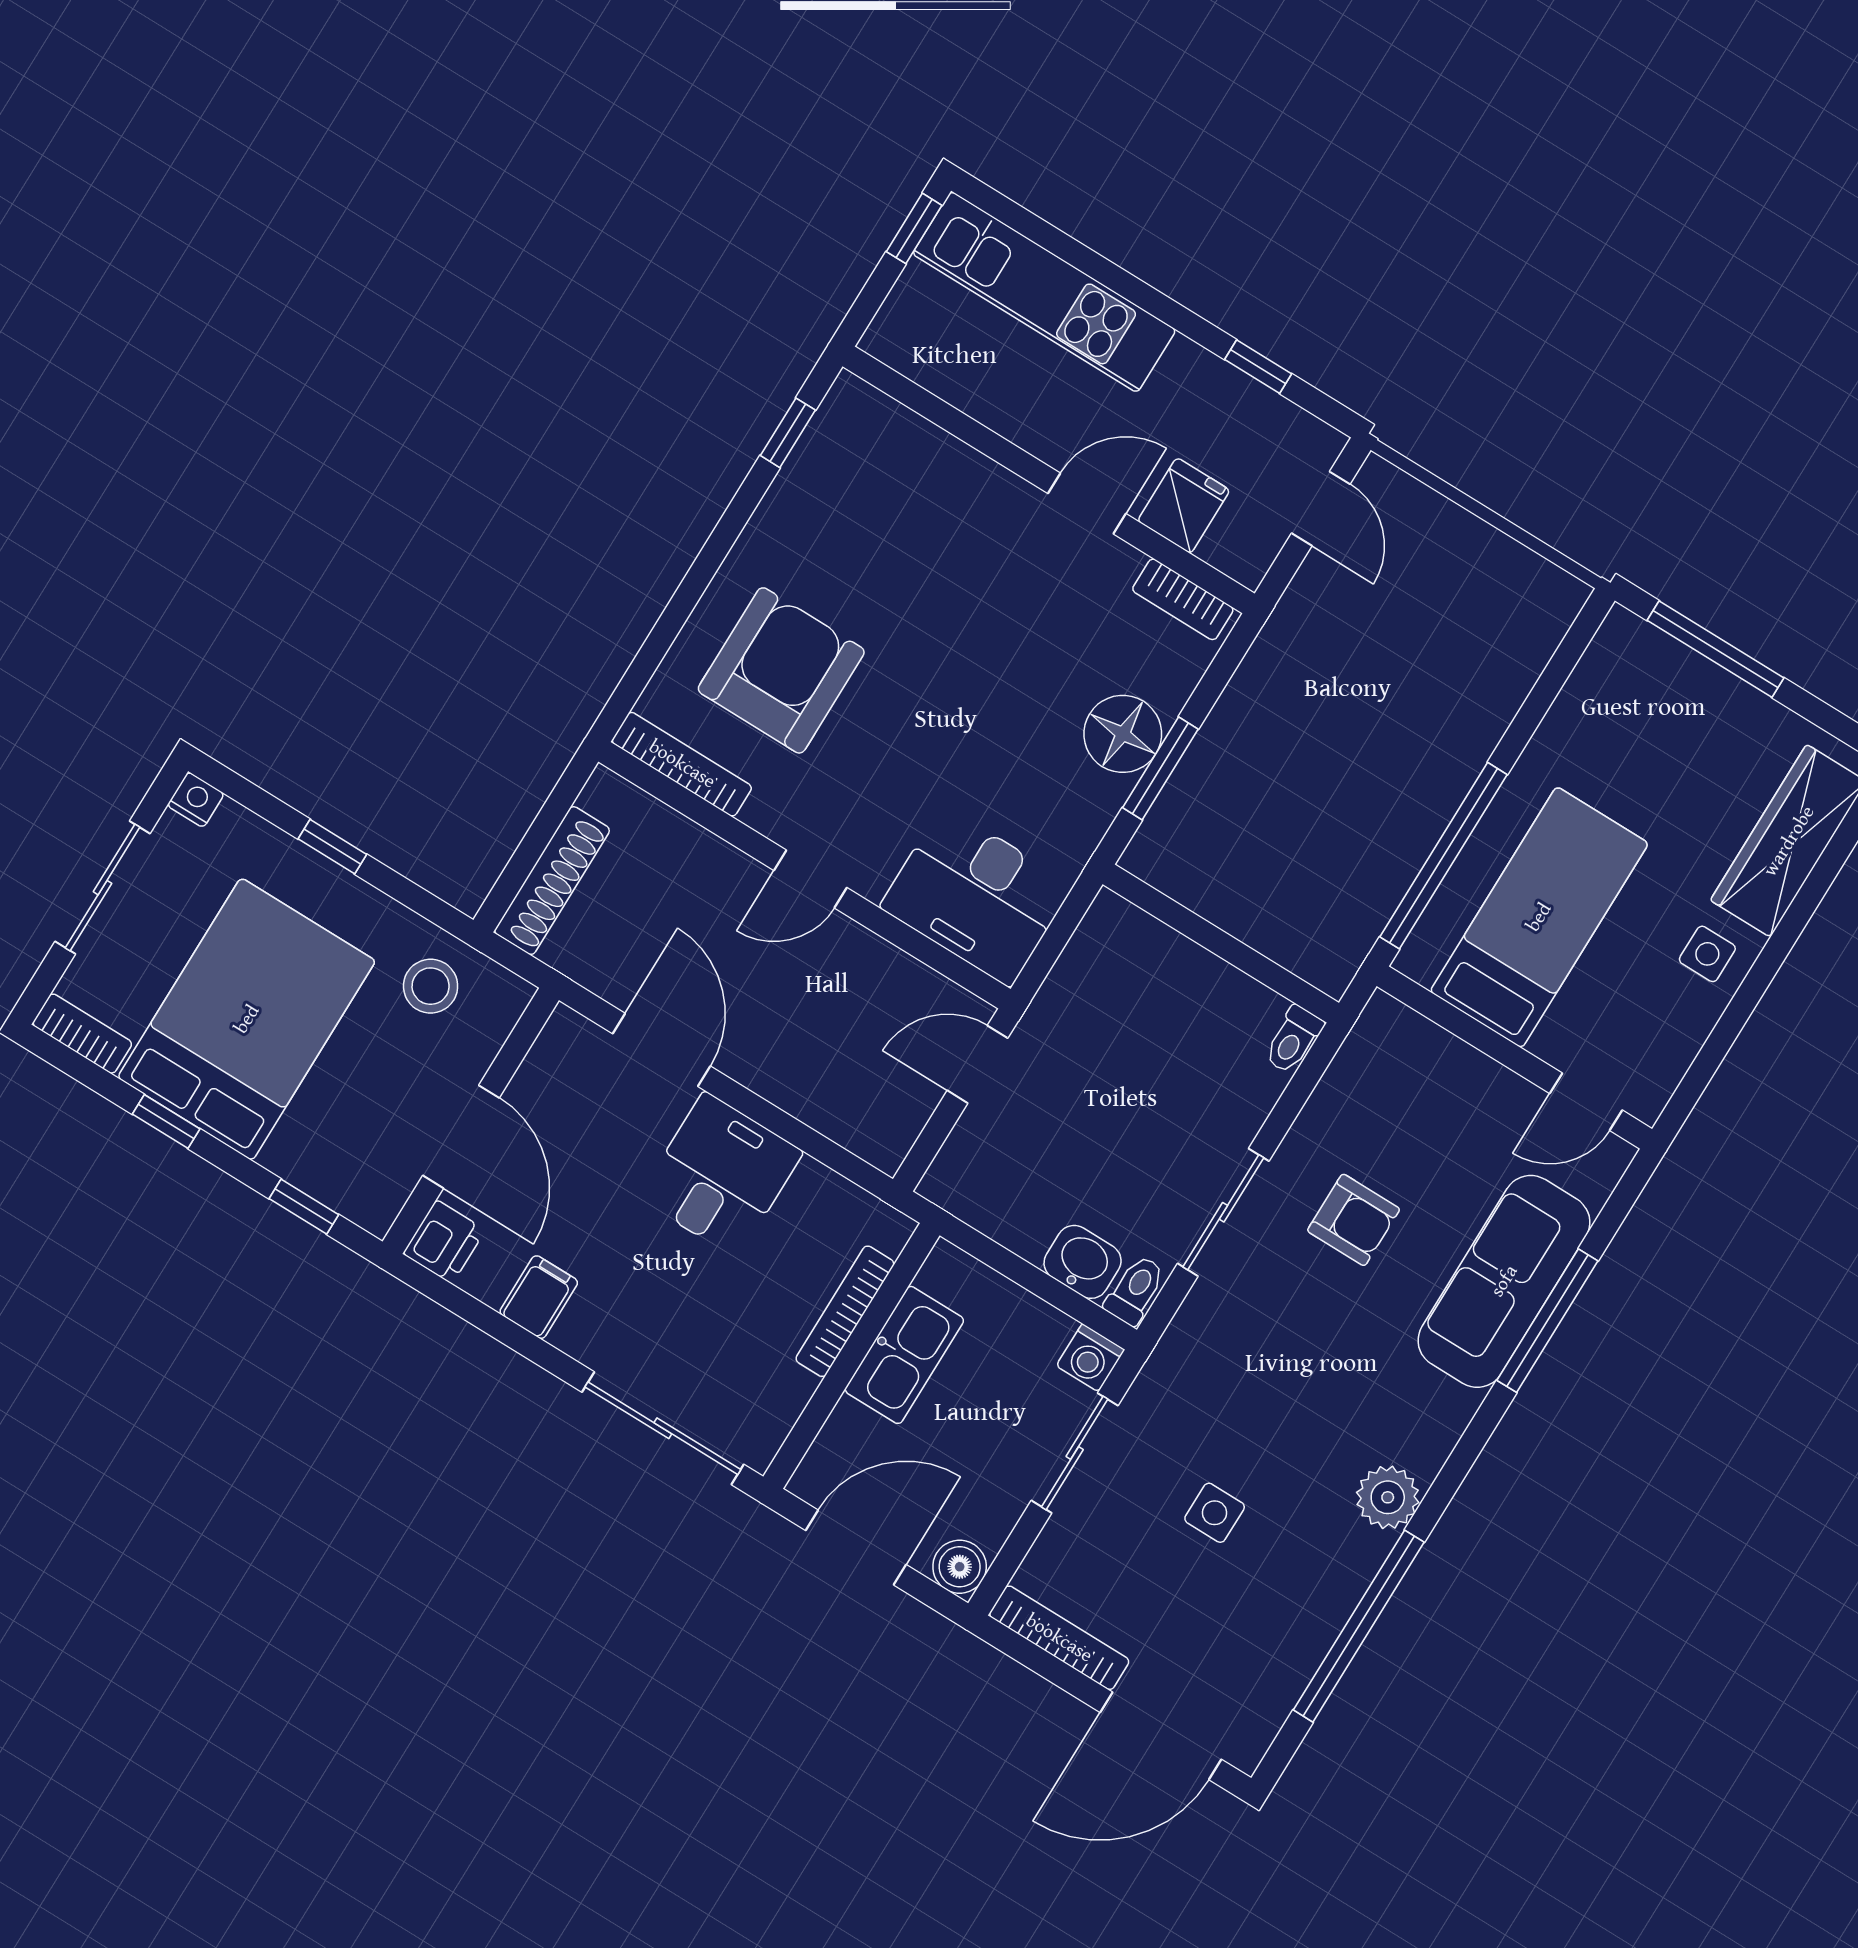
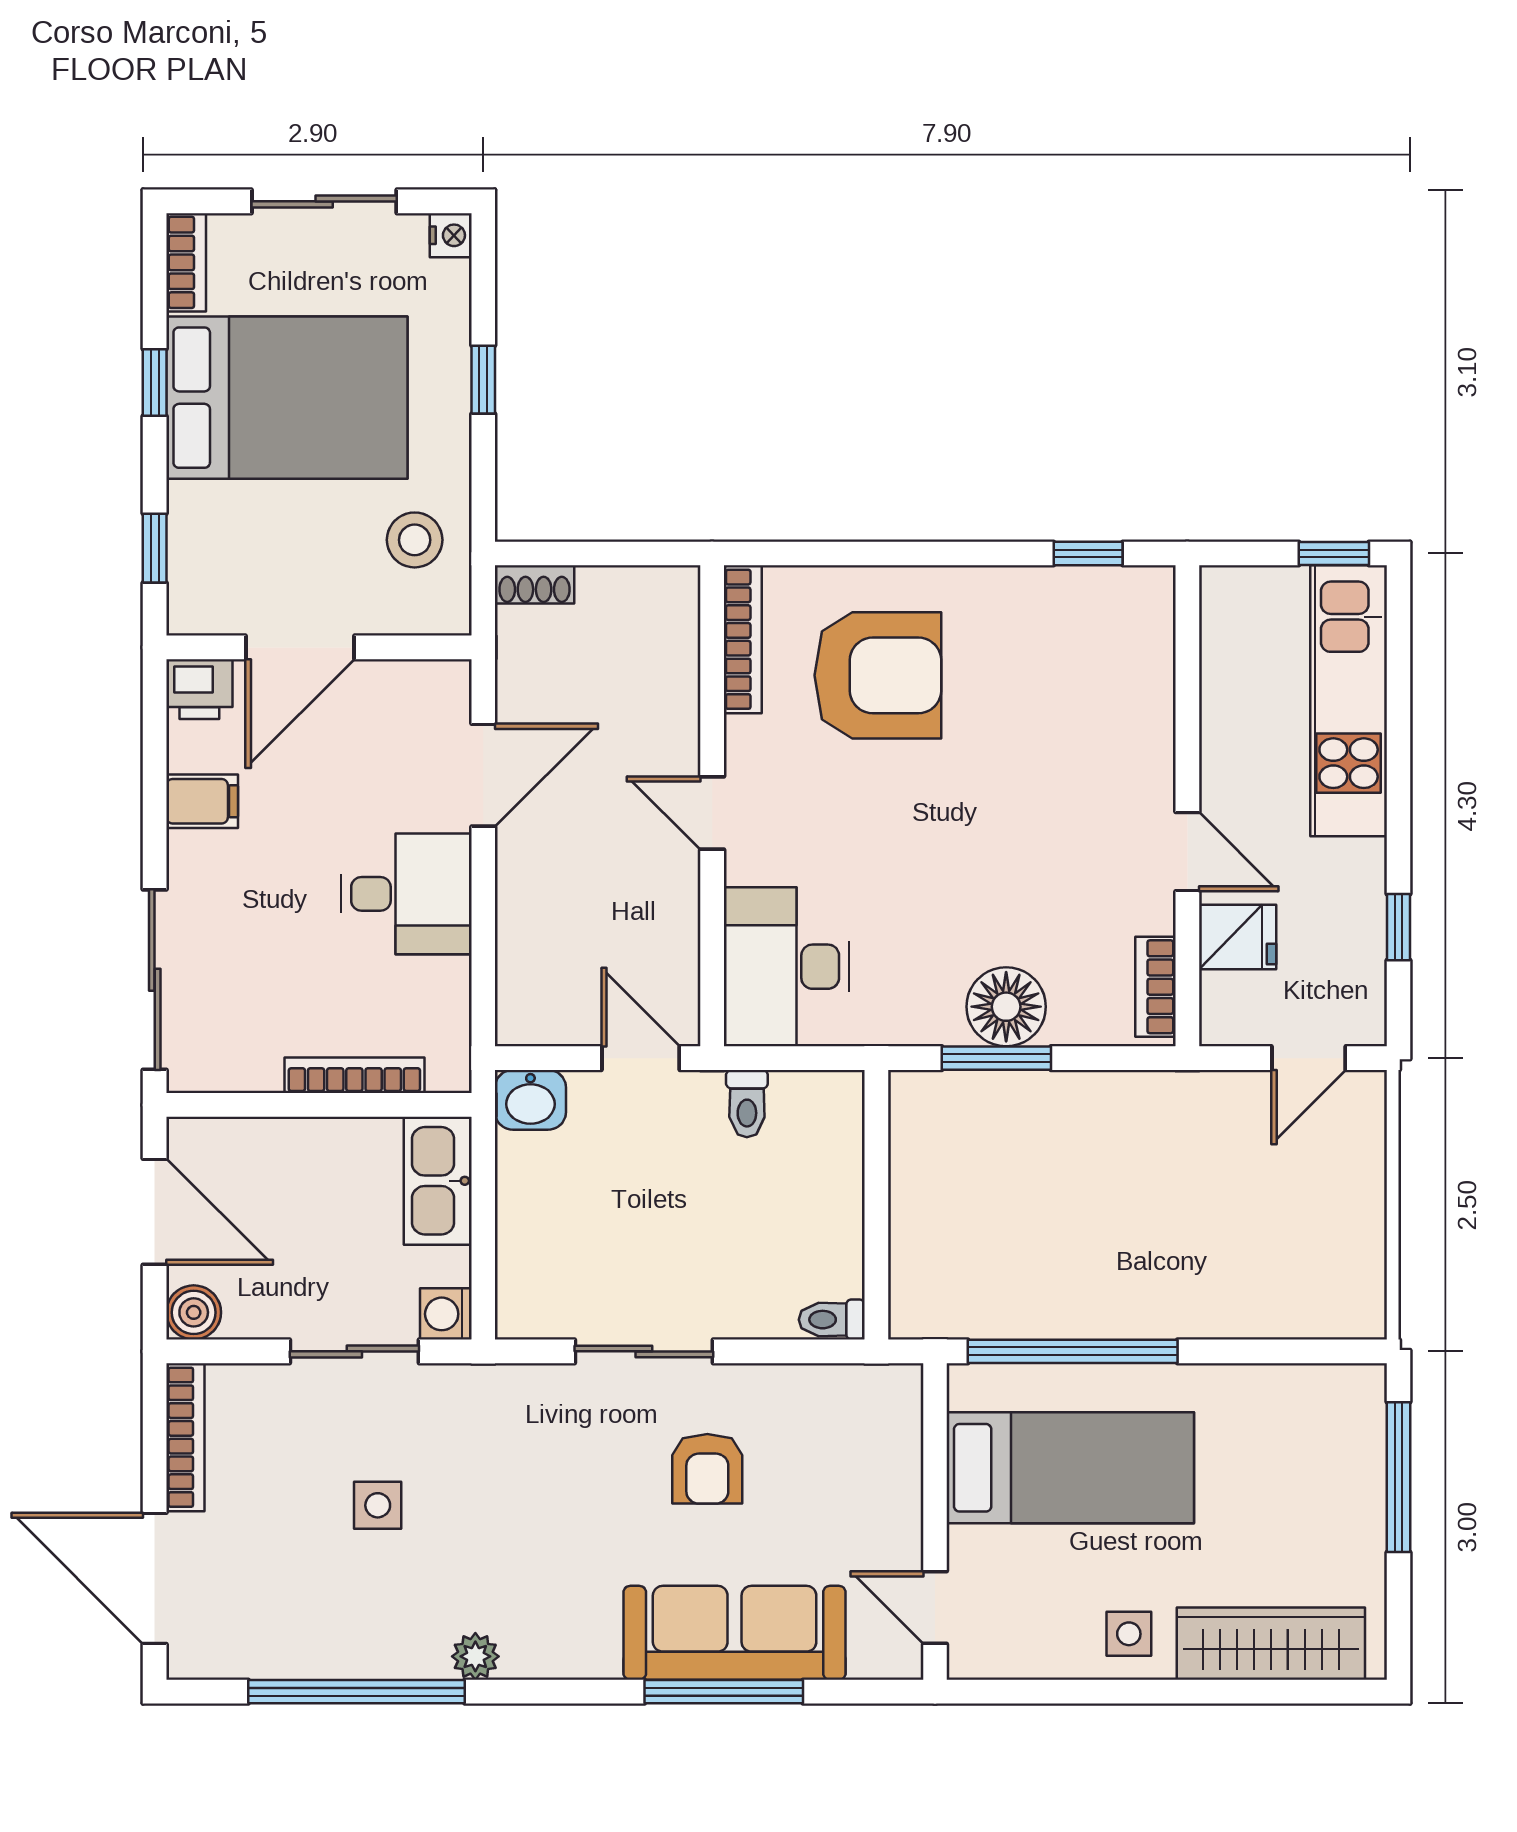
shoe rack: (552, 881) -> (534, 584), width x0.51, depth x0.81
washbasin: (1083, 1262) -> (530, 1100), moved, turned 90
toilet: (1135, 1290) -> (747, 1104), moved, turned 90
kitchen sink: (904, 1355) -> (438, 1181), moved, turned 90
plant: (1388, 1497) -> (475, 1656), width x0.73, depth x0.73

